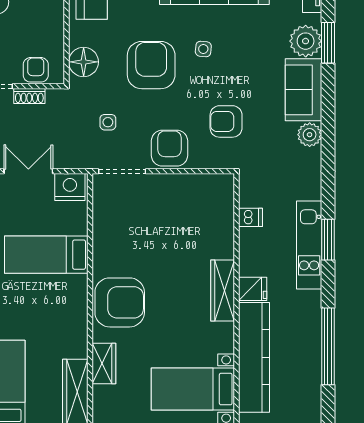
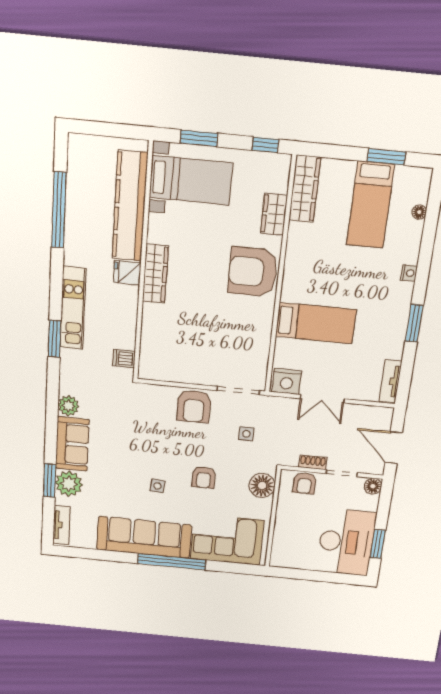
armchair: (151, 65) -> (204, 477), width x0.53, depth x0.53
armchair: (226, 121) -> (142, 424), removed
dishwasher: (251, 217) -> (124, 359), moved
window: (328, 240) -> (54, 339), moved

